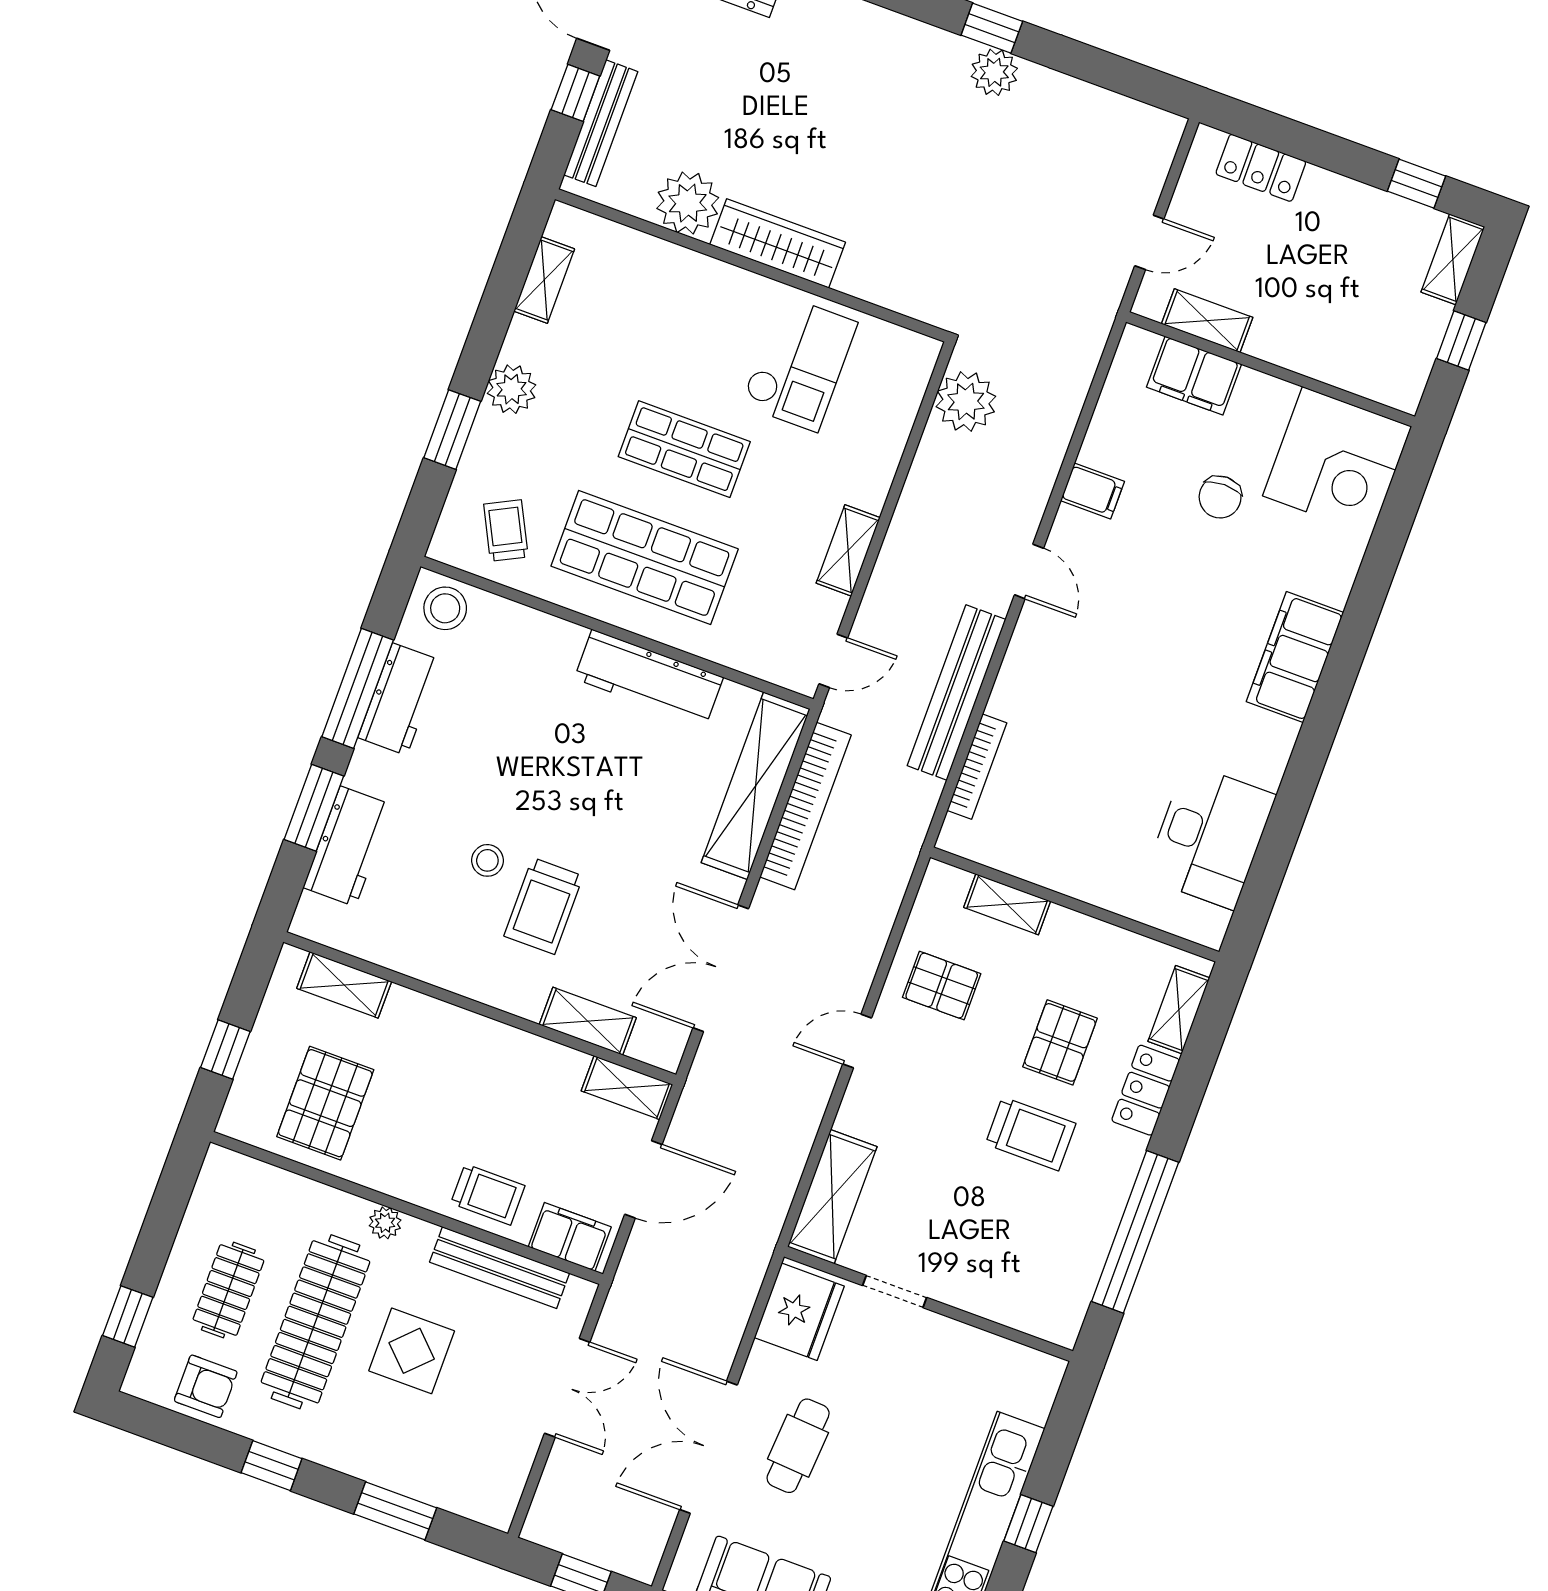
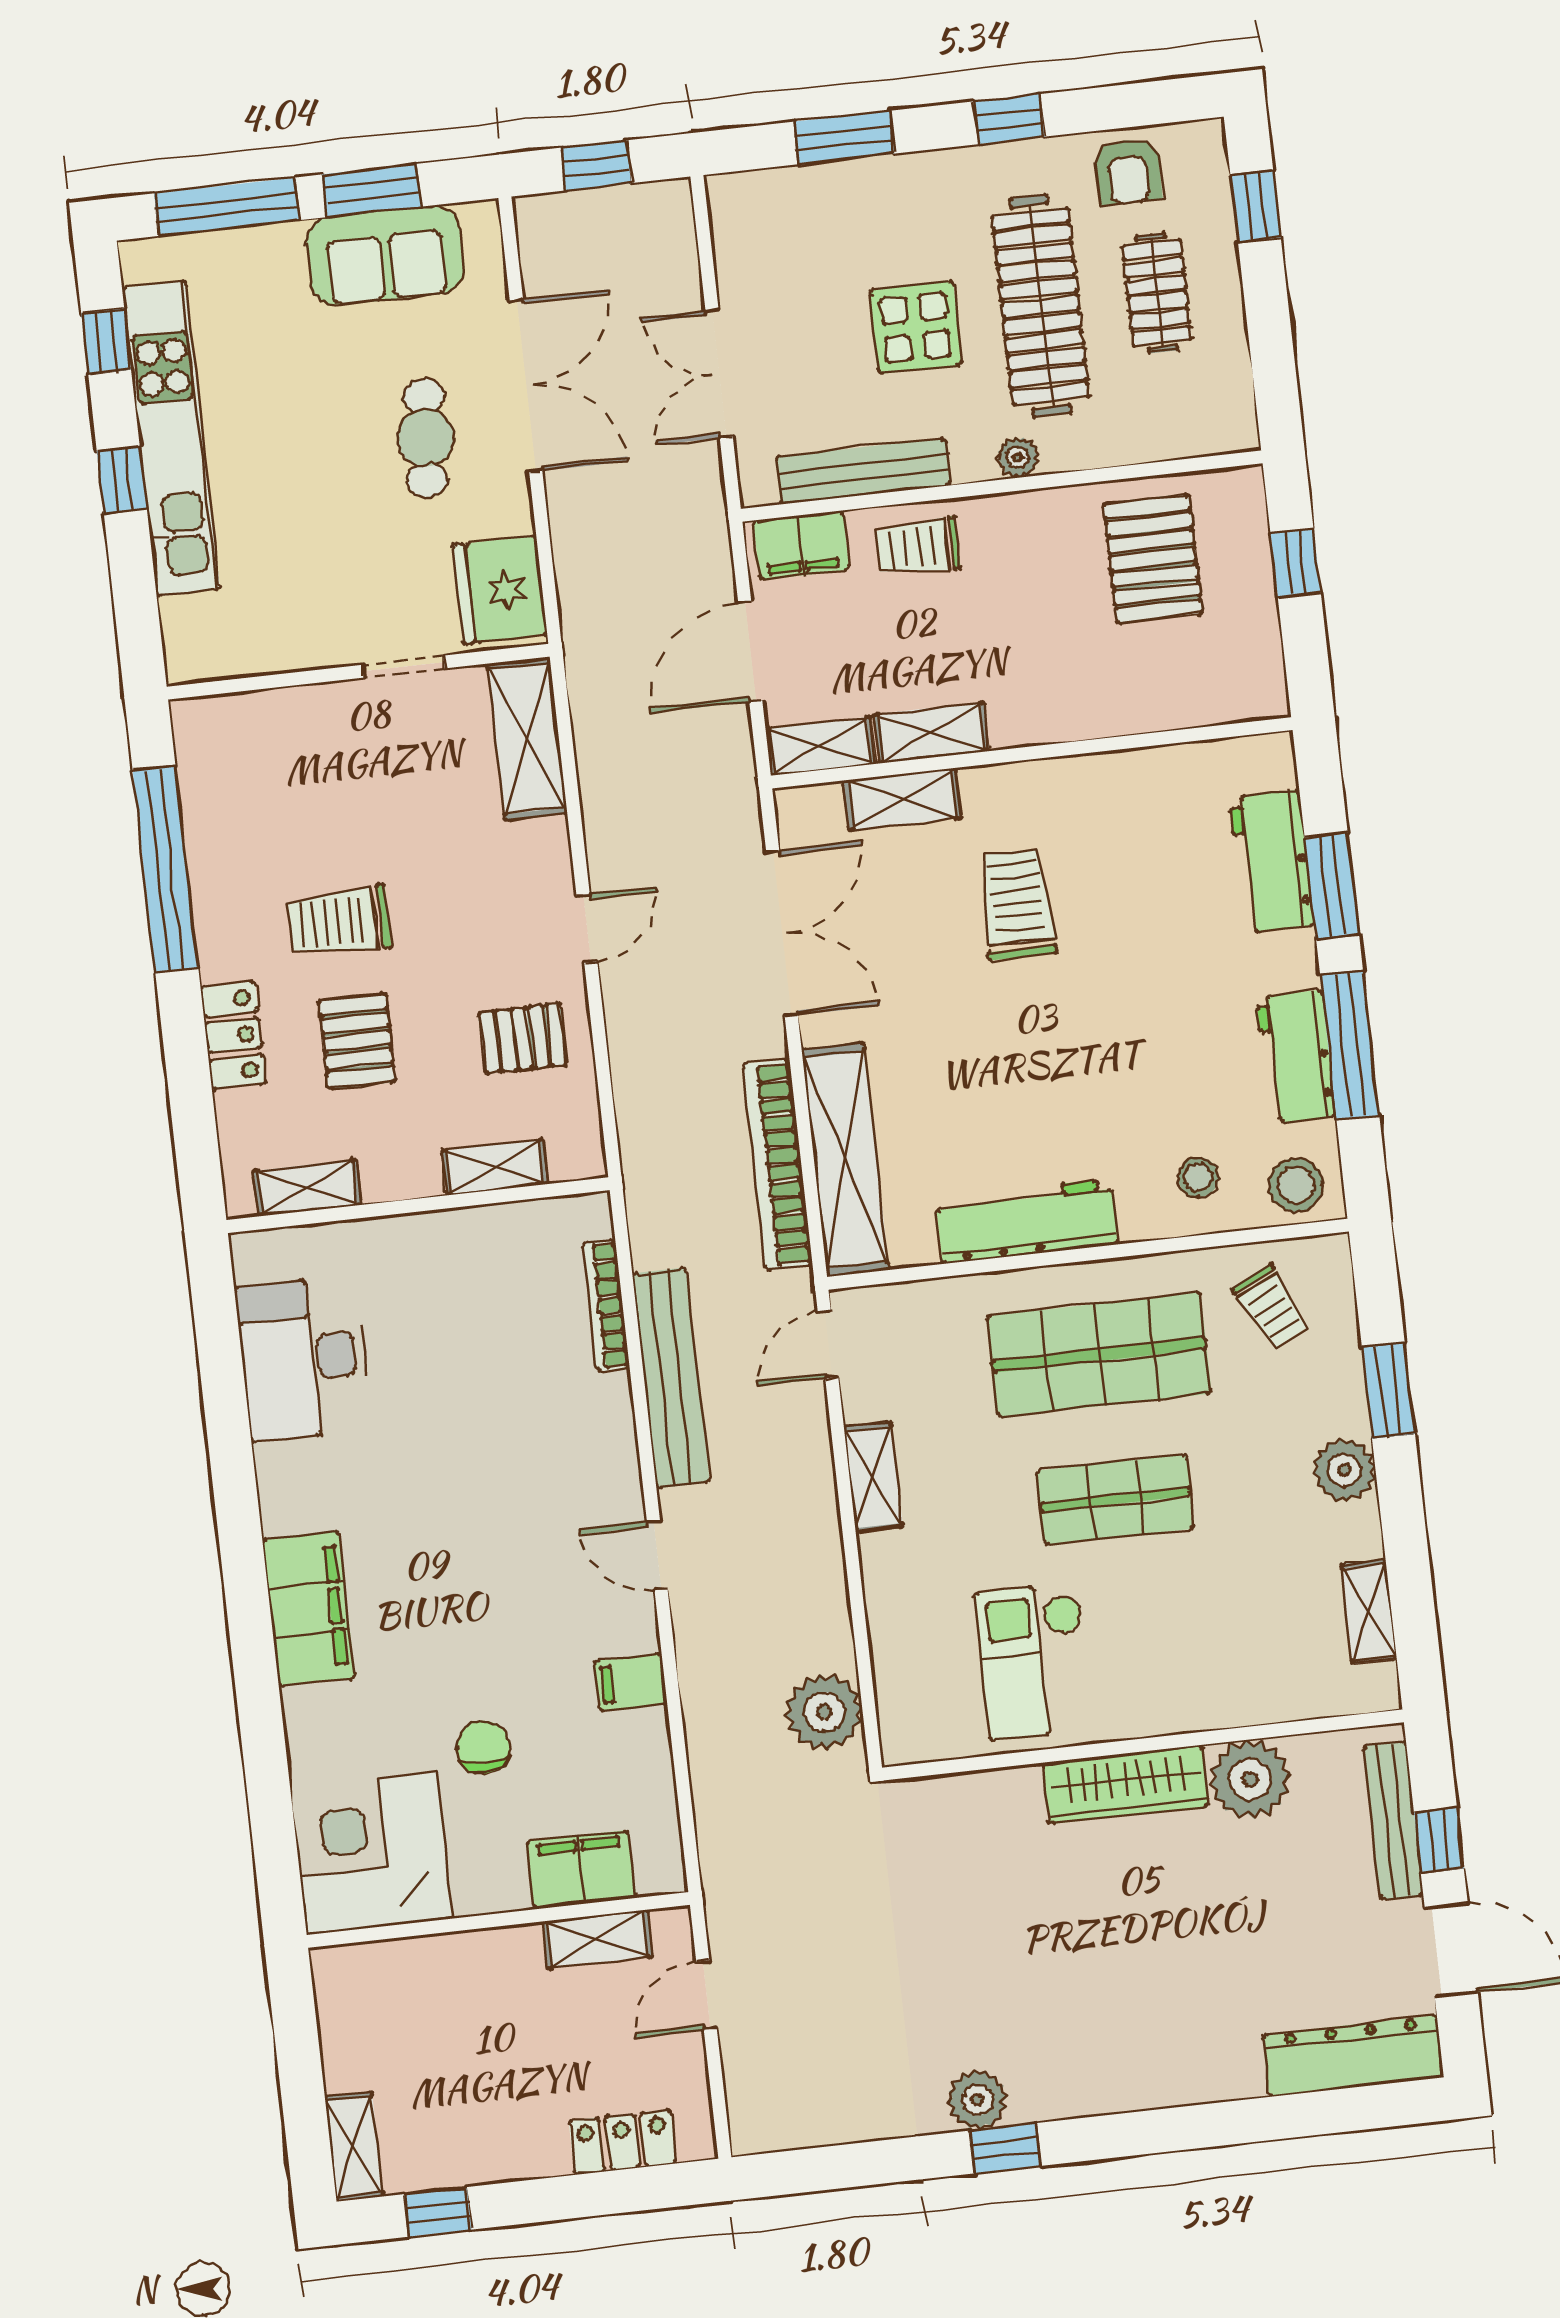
window: (1461, 340) -> (299, 2060), removed
stool: (487, 860) -> (1198, 1177), moved
shelving: (344, 985) -> (932, 733), moved
shelving: (1179, 1010) -> (307, 1188), moved, turned 90
armchair: (206, 1386) -> (1128, 172), turned -90

